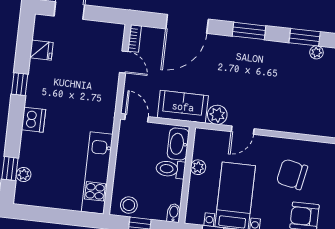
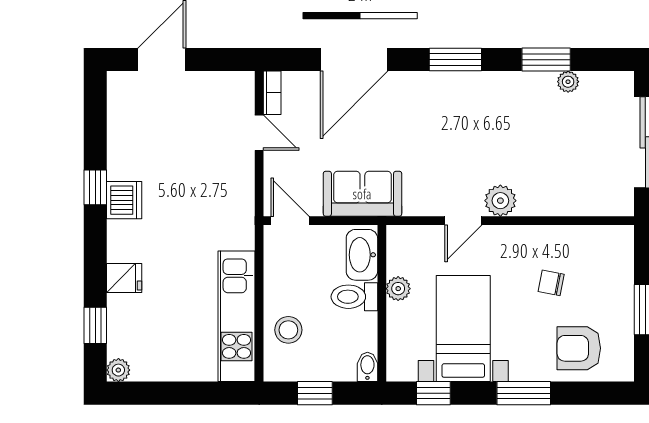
fridge: (41, 50) -> (124, 278), moved
plant: (217, 115) -> (500, 201), moved
dishwasher: (33, 120) -> (124, 200), moved
plant: (24, 174) -> (118, 370), moved
chair: (292, 174) -> (551, 283), width x0.54, depth x0.54
stool: (129, 205) -> (288, 330), moved

